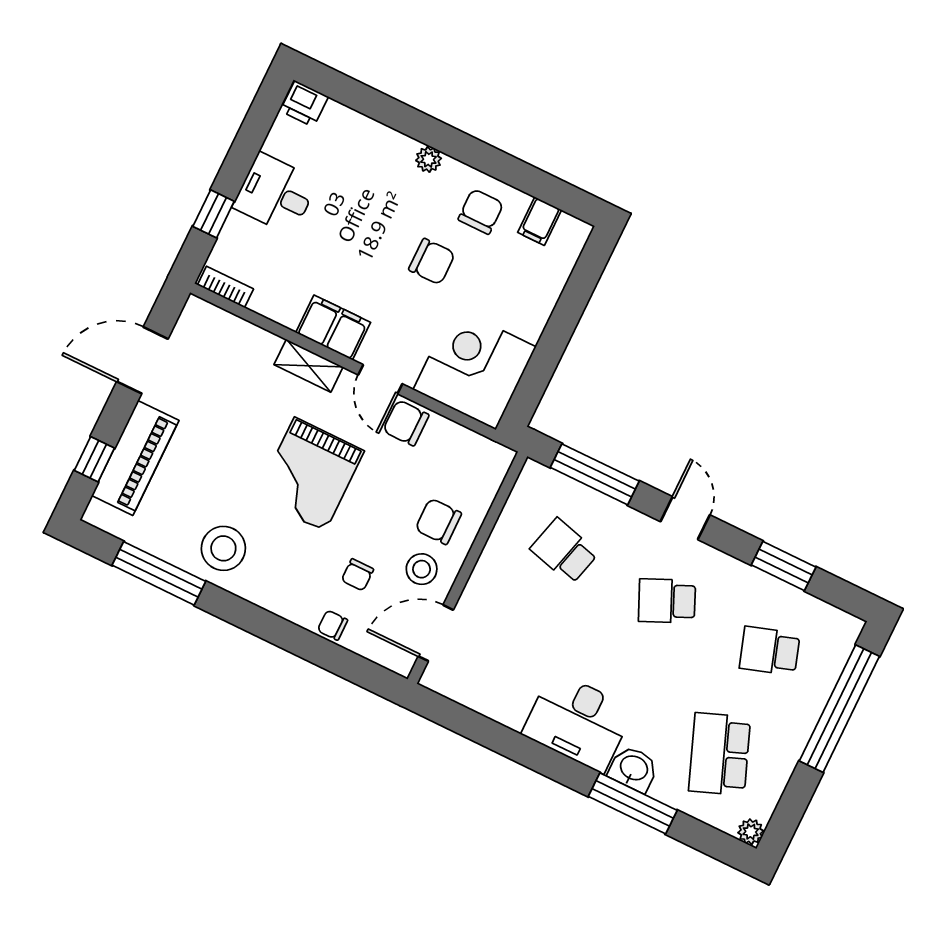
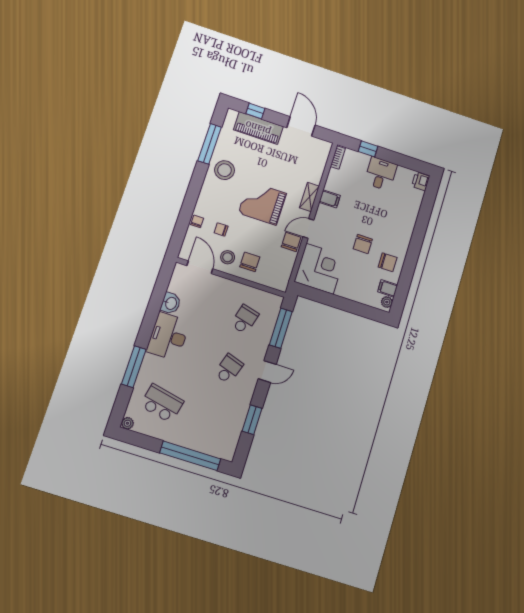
plant: (429, 159) -> (387, 302), moved
filing cabinet: (333, 328) -> (330, 199), width x0.50
school desk: (667, 601) -> (229, 369), turned 42
school desk: (770, 651) -> (212, 419), removed
school desk: (720, 754) -> (162, 403), turned 33
washbasin: (634, 769) -> (171, 303), moved

